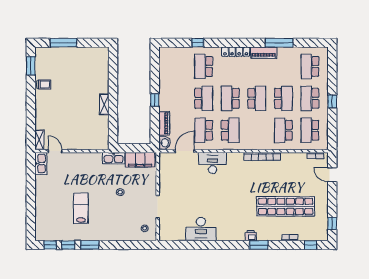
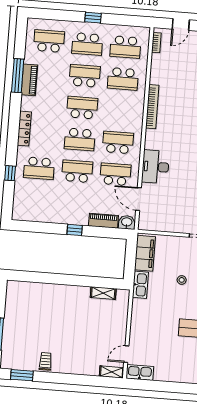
piano: (264, 53) -> (29, 80), moved
school desk: (310, 66) -> (49, 41), turned 180
shelving: (104, 105) -> (103, 293), moved
school desk: (204, 130) -> (115, 174), turned 180

